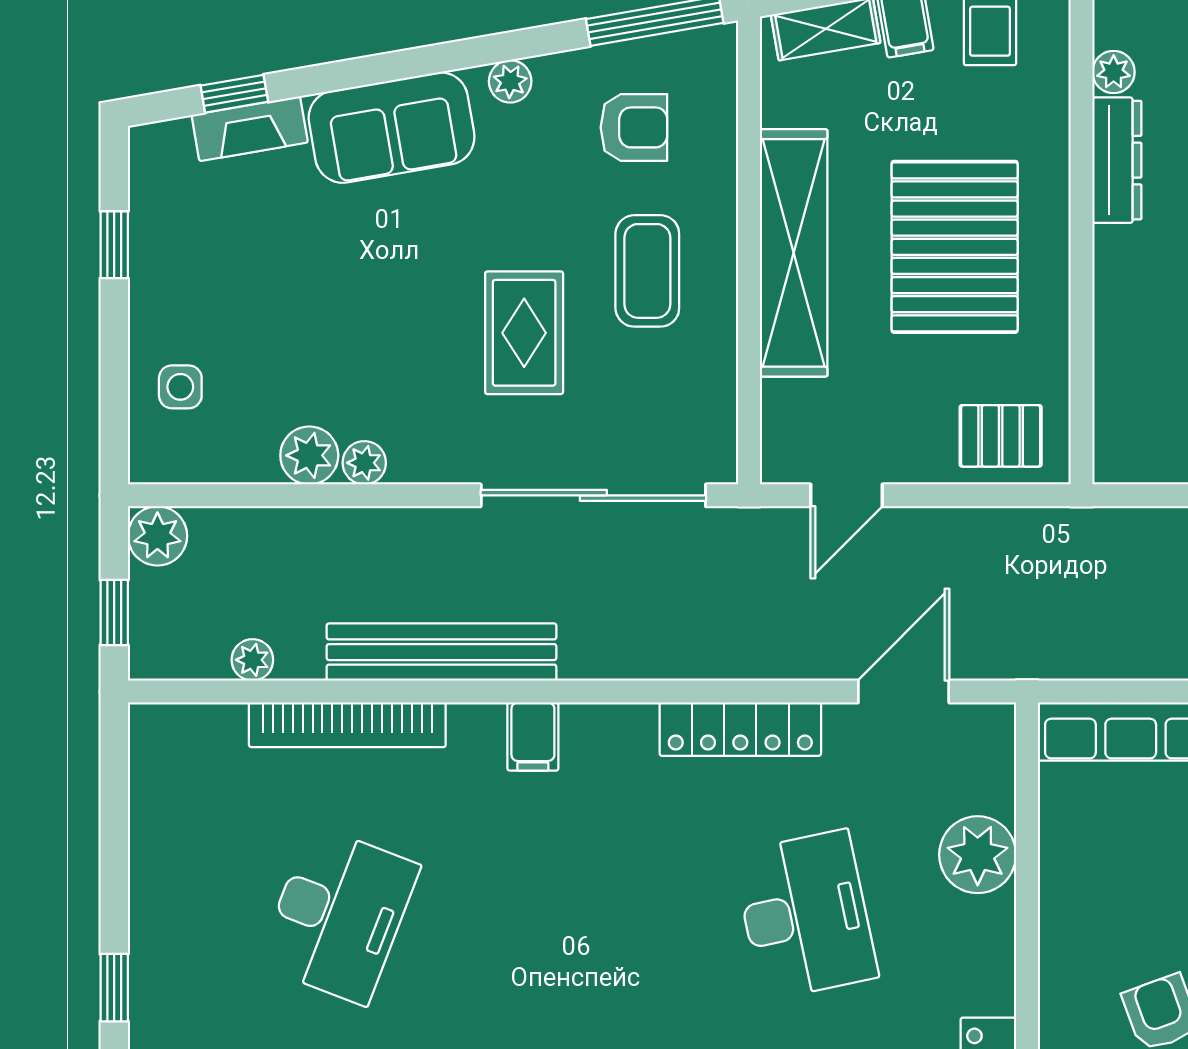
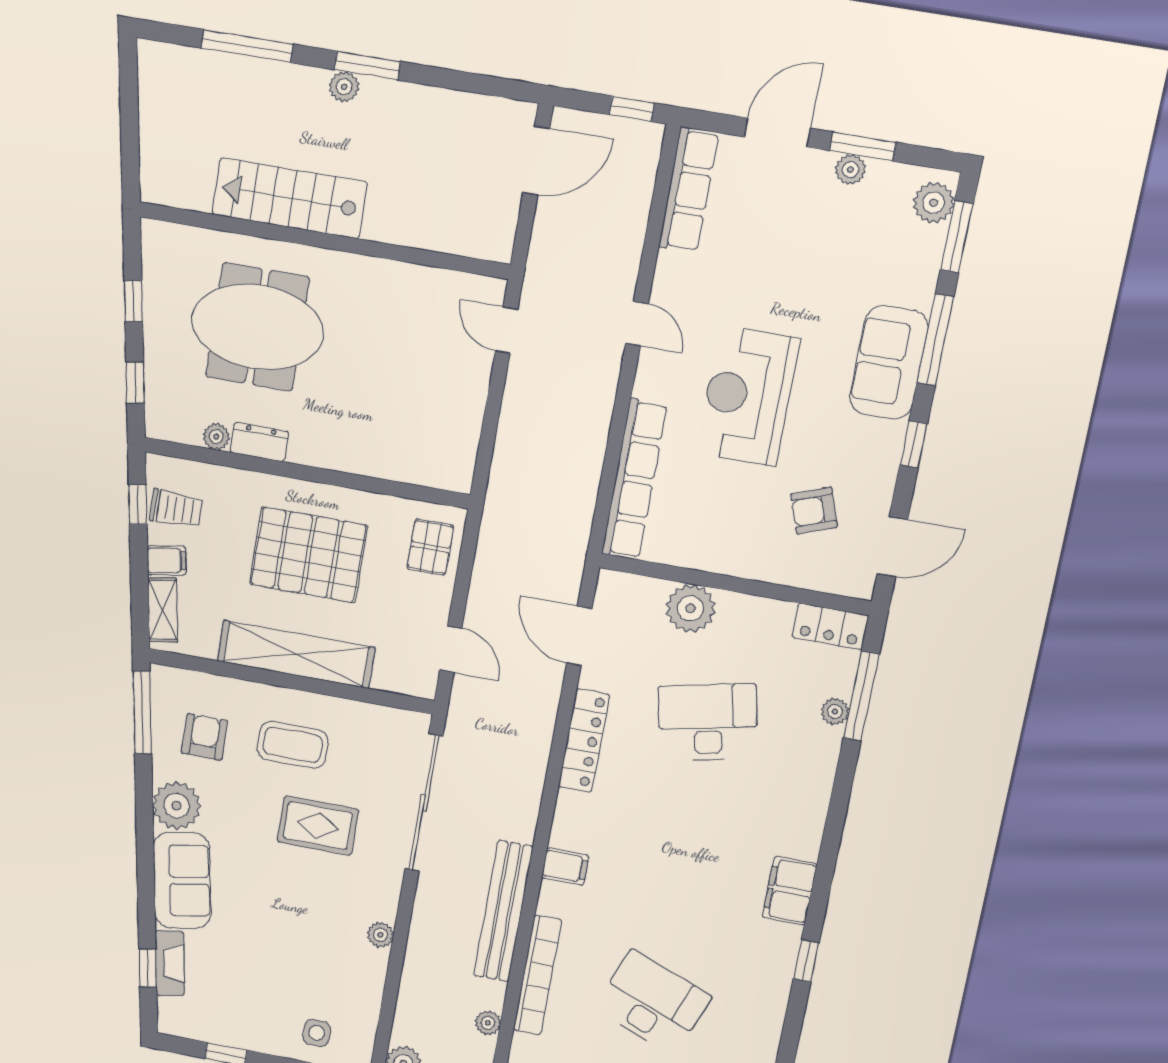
plant: (510, 81) -> (177, 806), width x1.87, depth x1.87
dresser: (1117, 160) -> (259, 442), width x0.70
plant: (309, 455) -> (370, 966), removed

